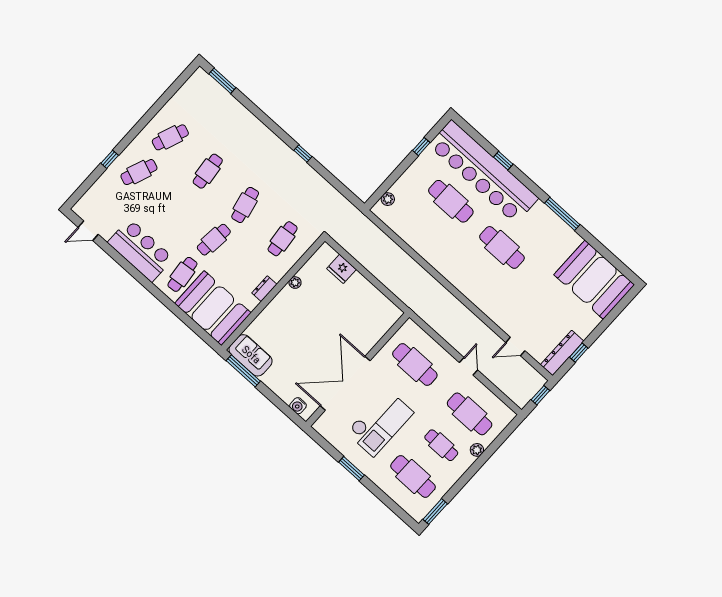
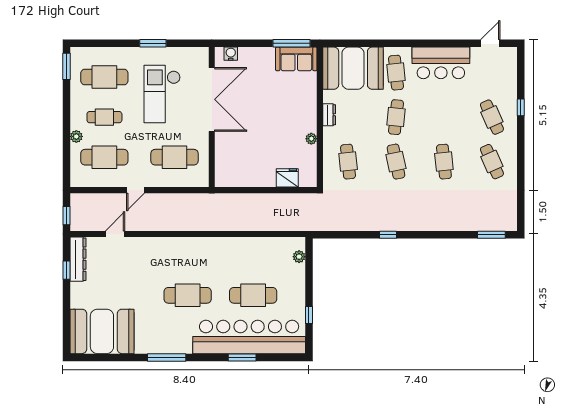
cafe table: (170, 137) -> (492, 162), turned -45
window: (503, 161) -> (242, 357), width x1.50
cafe table: (139, 172) -> (492, 117), turned -45
door: (469, 366) -> (136, 190), hinge flipped

